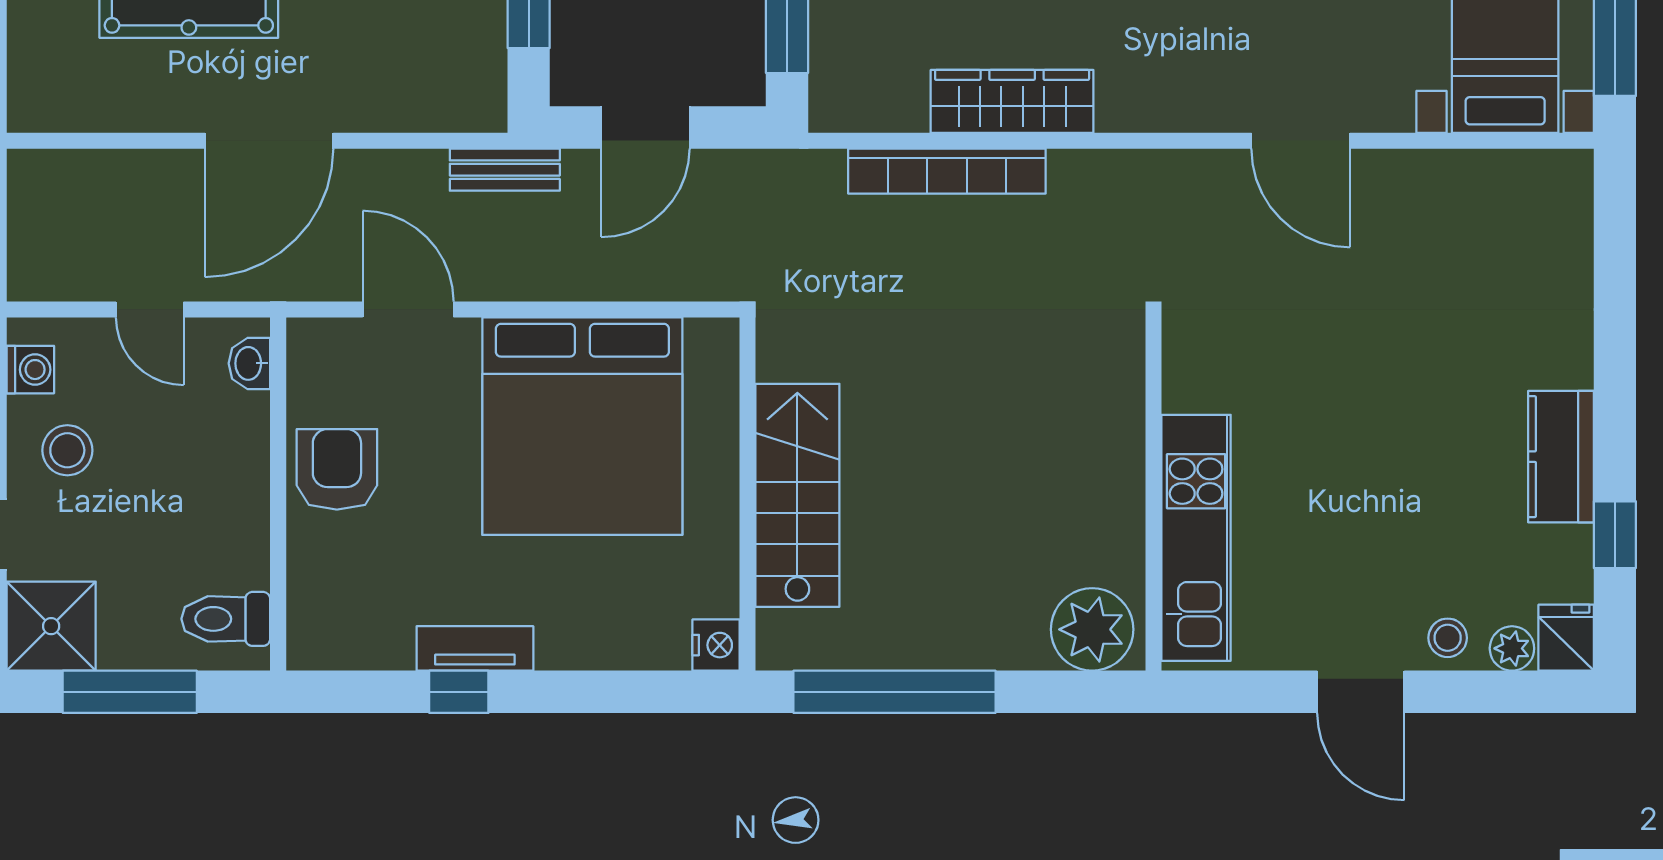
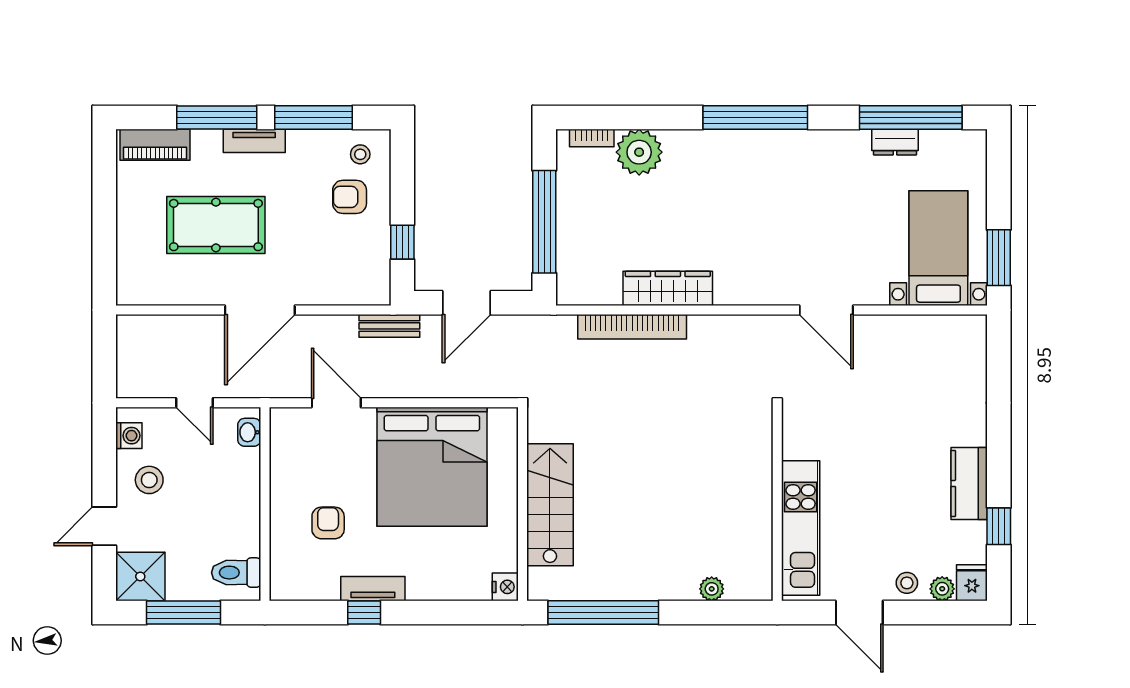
armchair: (337, 469) -> (328, 523), moved, width x0.72, depth x0.72
wall: (1153, 494) -> (777, 504), moved
kitchen unit: (1196, 538) -> (801, 528), moved
plant: (1092, 629) -> (712, 589), width x0.53, depth x0.53

